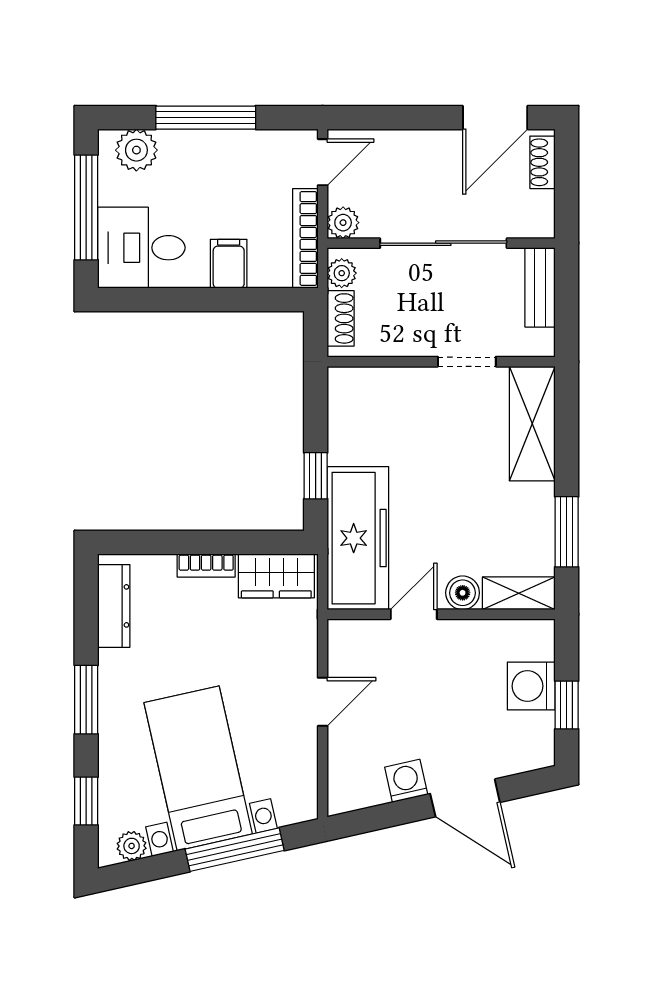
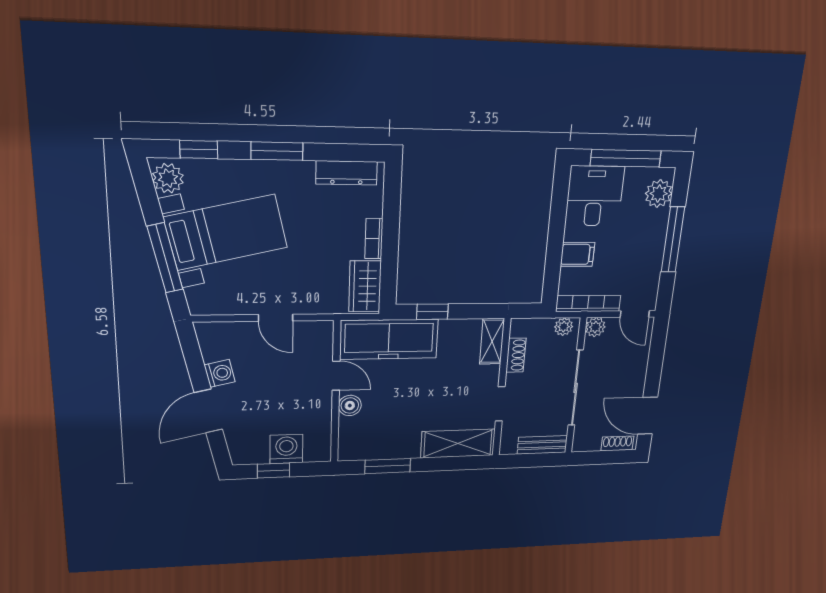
shoe rack: (341, 318) -> (516, 355), moved, turned -90
shelving: (519, 593) -> (492, 341), moved
plant: (132, 846) -> (168, 178), width x1.38, depth x1.38

